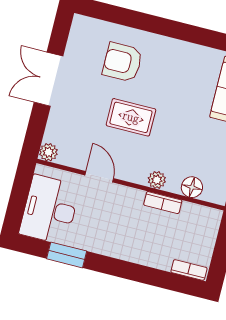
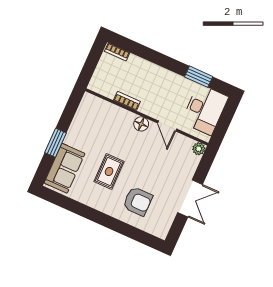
rug: (131, 117) -> (109, 172), moved, turned 90
plant: (157, 180) -> (128, 117), removed
floor lamp: (192, 187) -> (141, 124), moved

